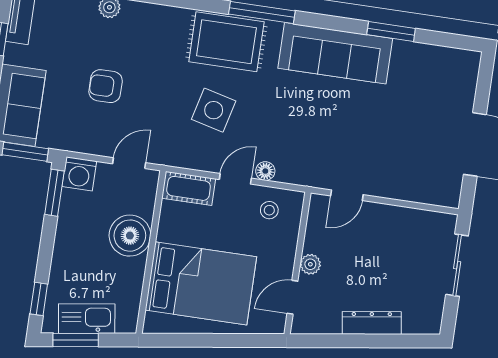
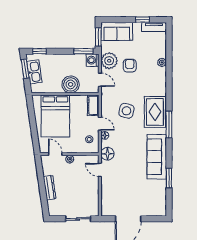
plant: (87, 134) -> (109, 61), added
floor lamp: (311, 171) -> (107, 154), added

